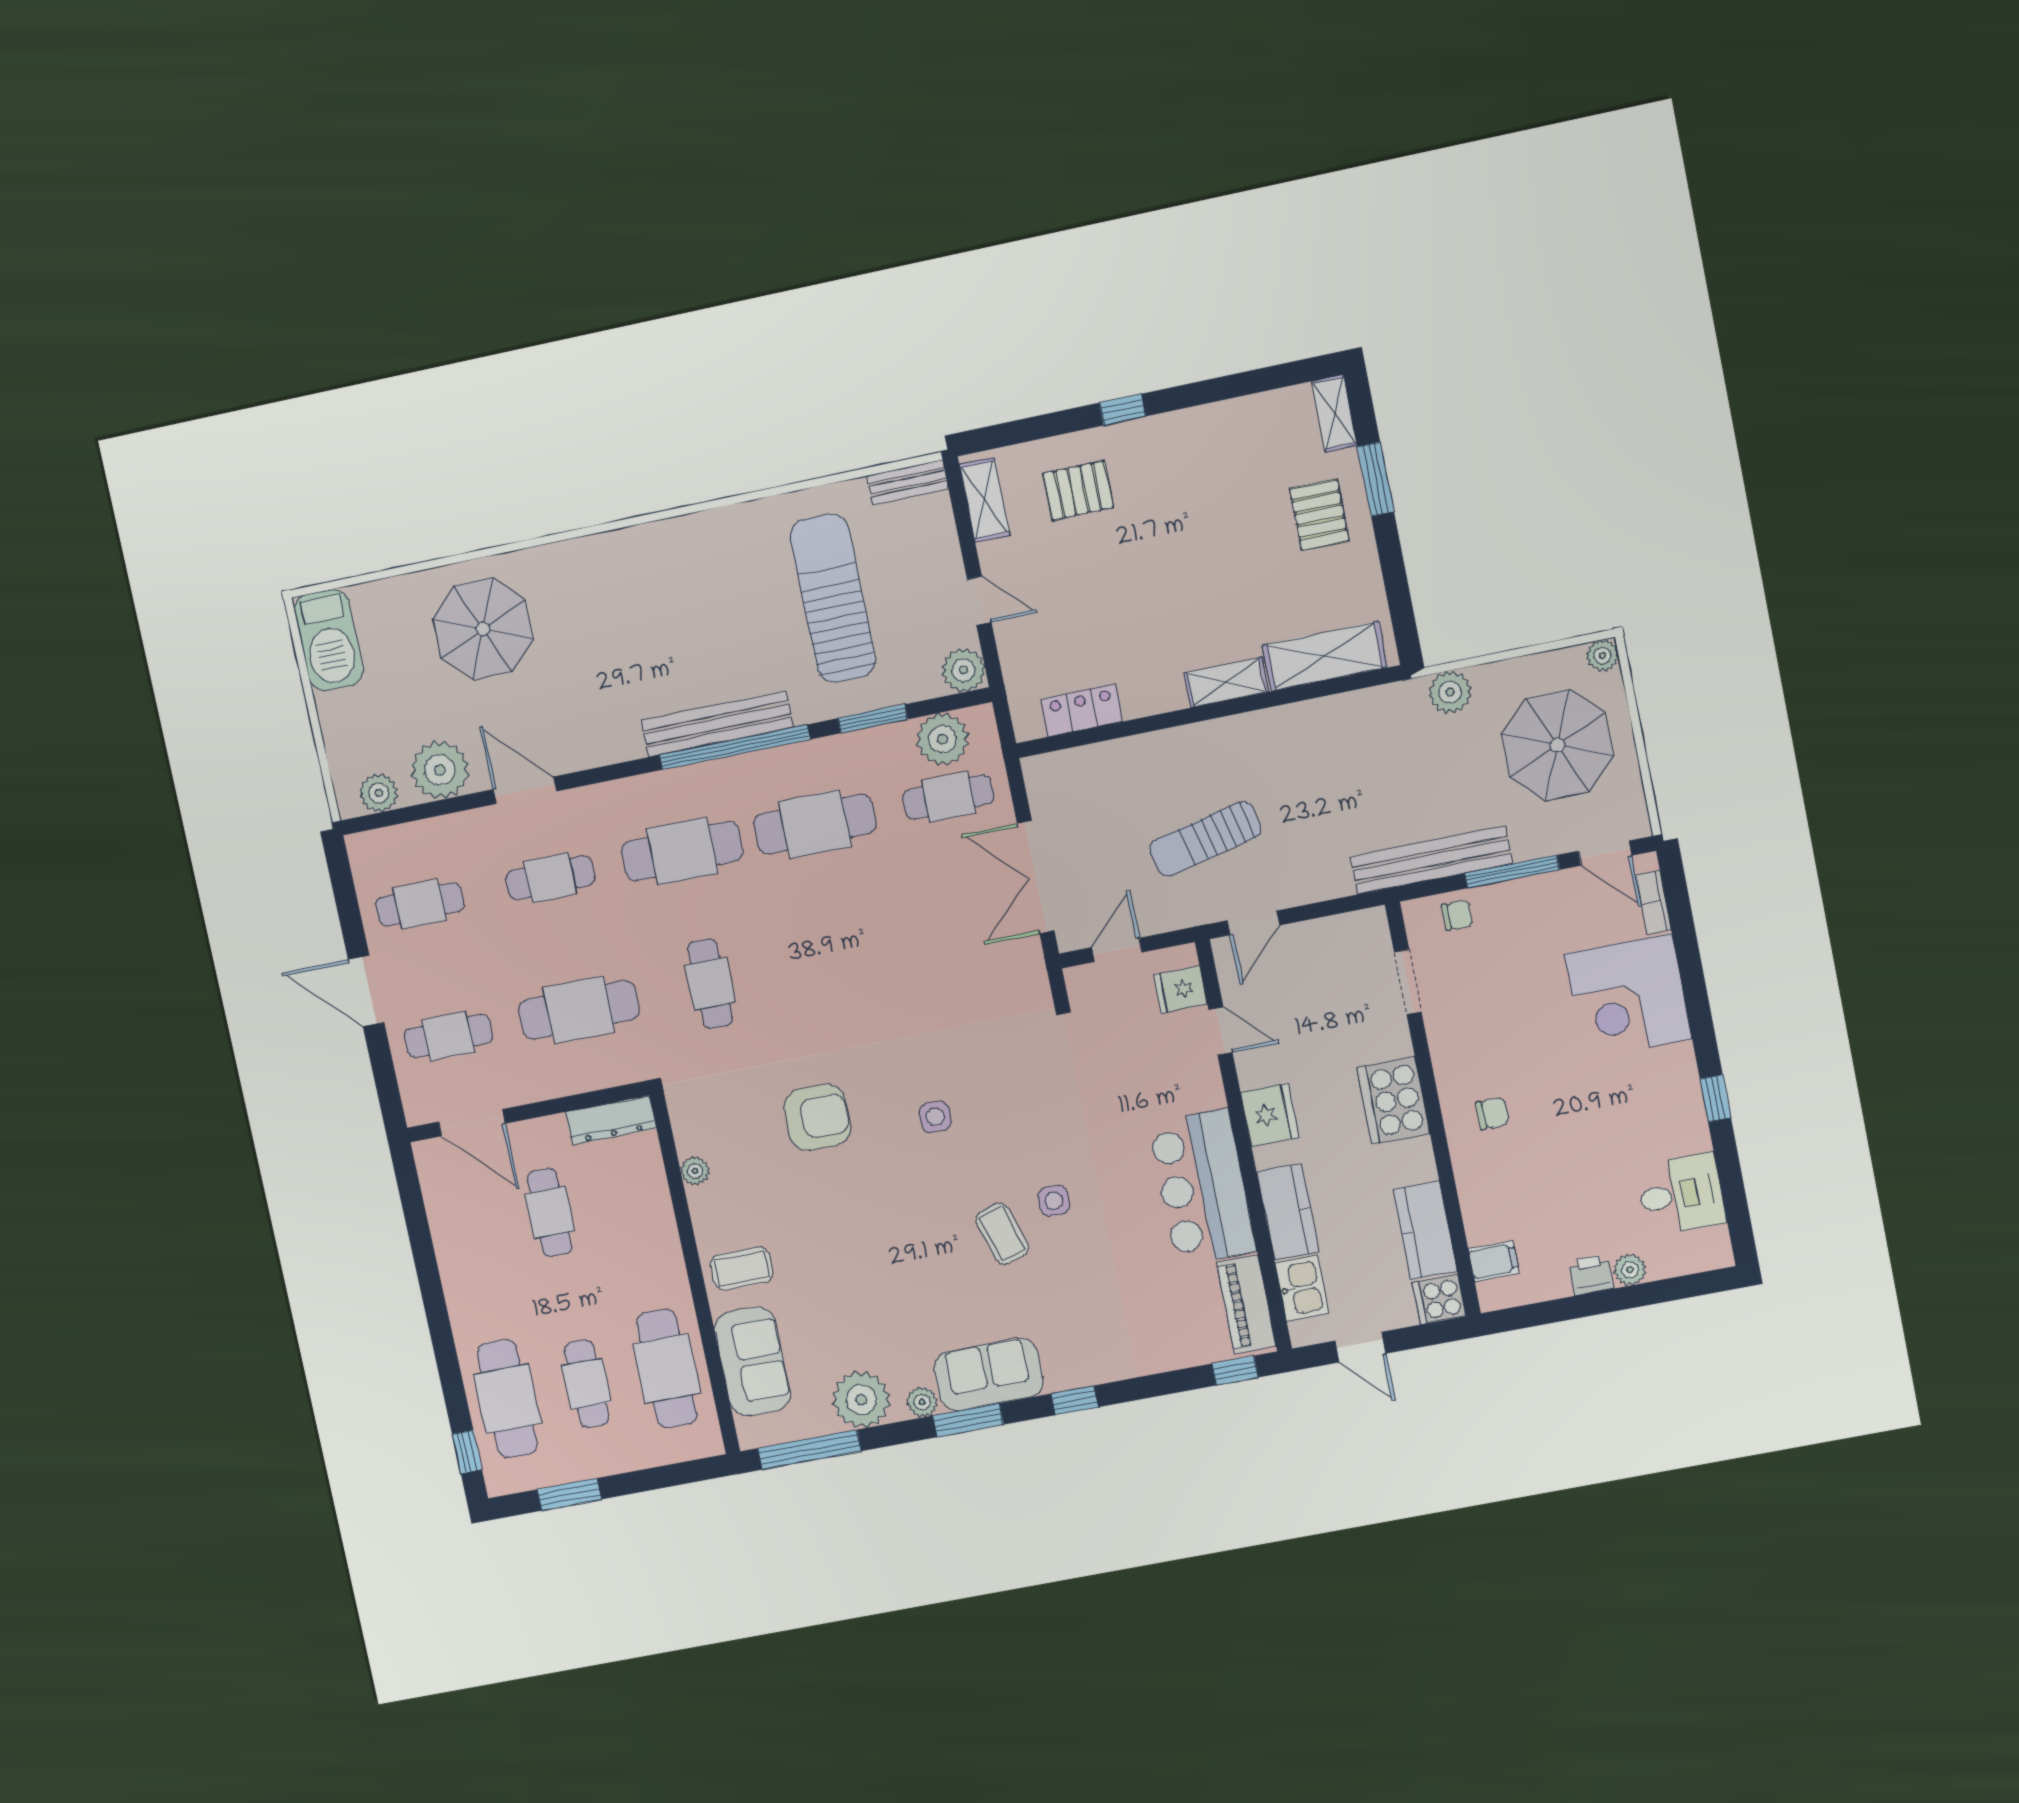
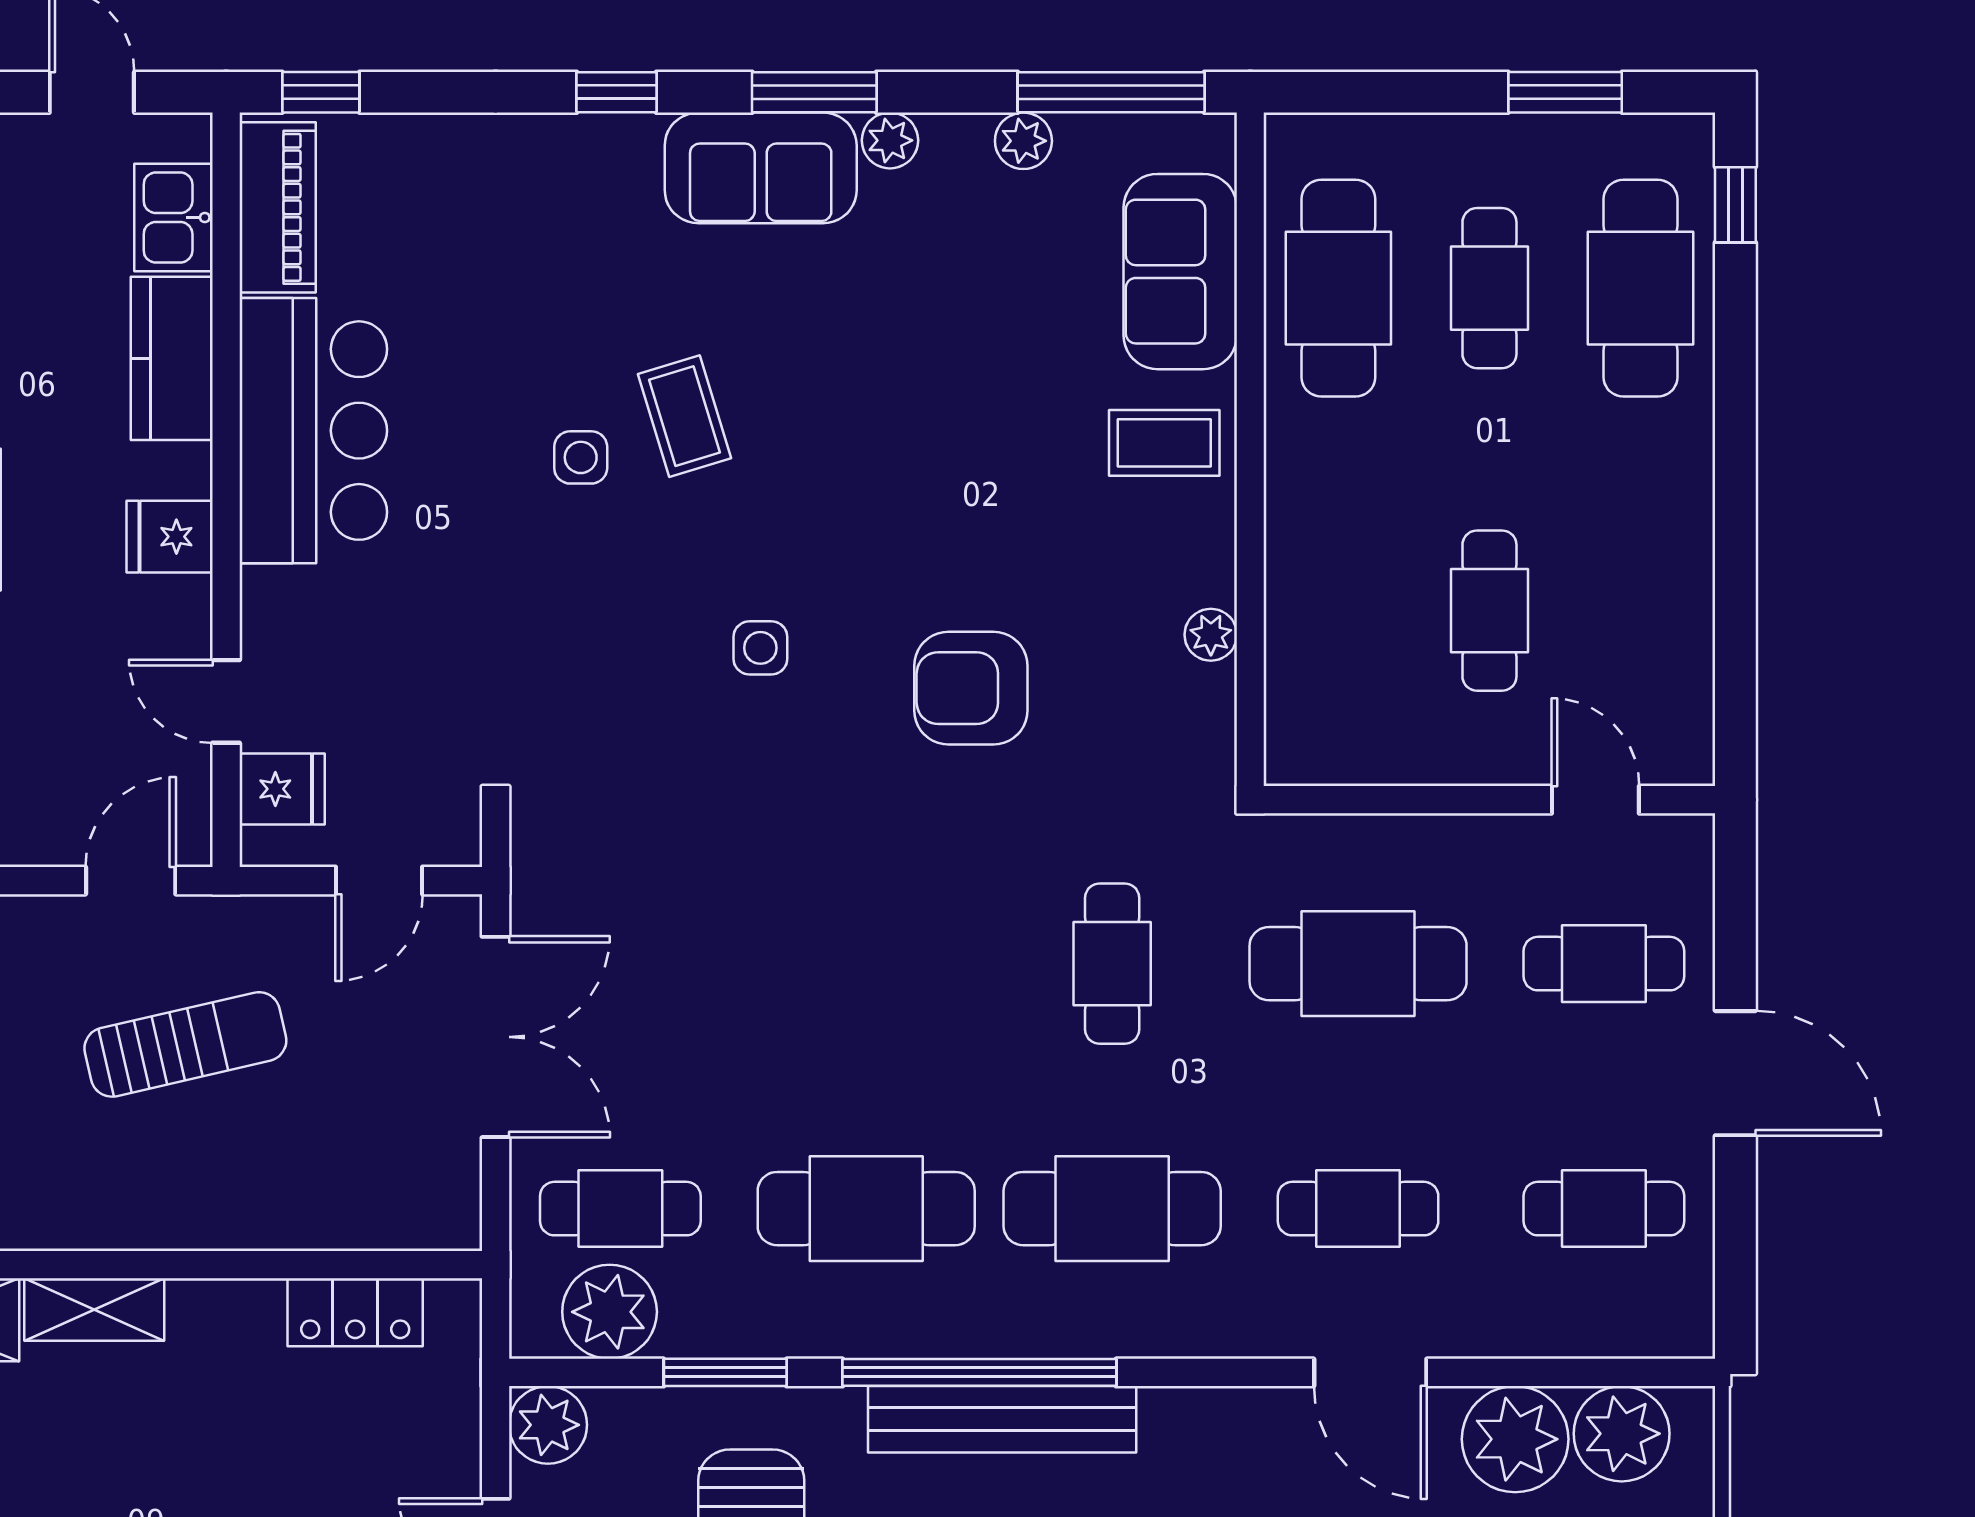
plant: (379, 793) -> (1622, 1434), width x1.36, depth x1.36
fridge: (1270, 1115) -> (170, 537), width x0.72
dresser: (611, 1120) -> (1343, 755), removed
door: (472, 1123) -> (1595, 800), width x0.73
plant: (861, 1400) -> (1023, 141), width x0.53, depth x0.53

